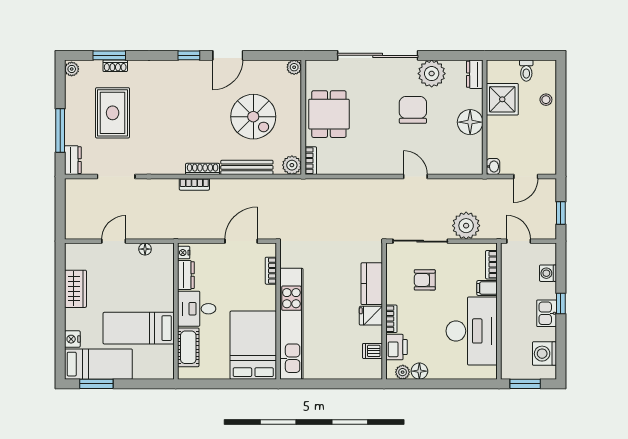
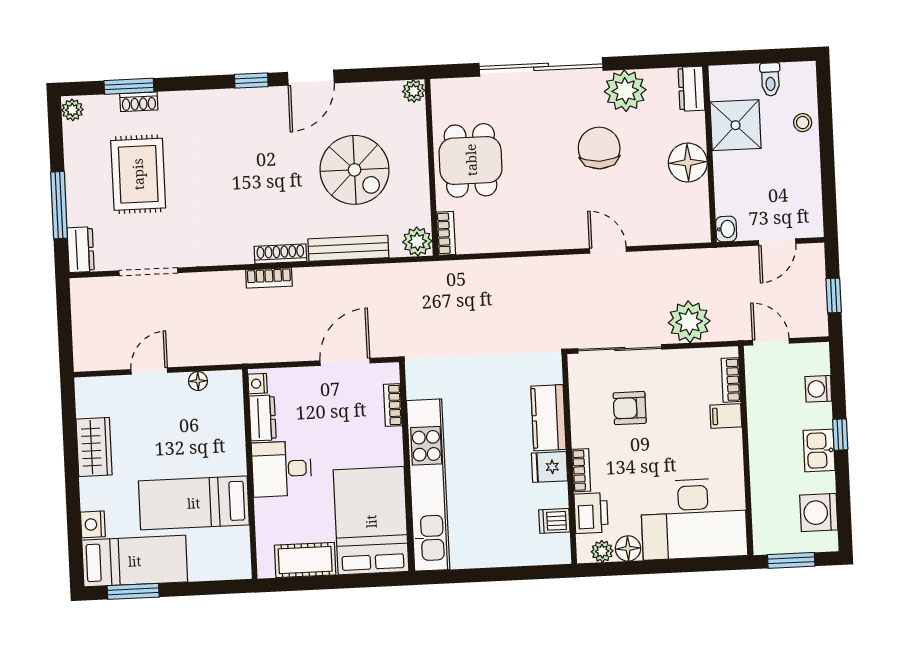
desk: (472, 331) -> (694, 519), moved, turned 90
cot: (188, 347) -> (305, 560), moved, turned 90

